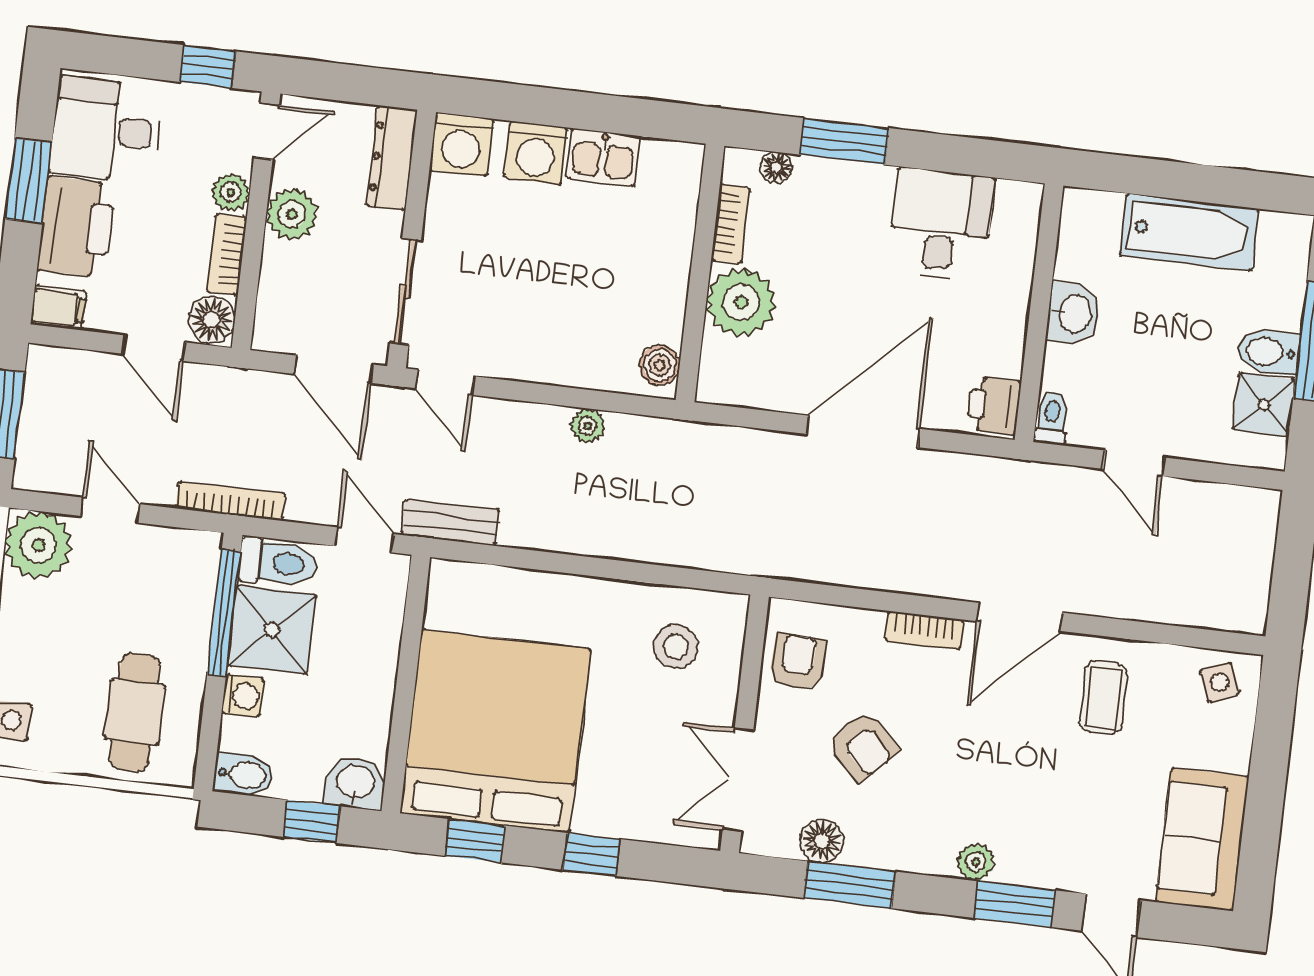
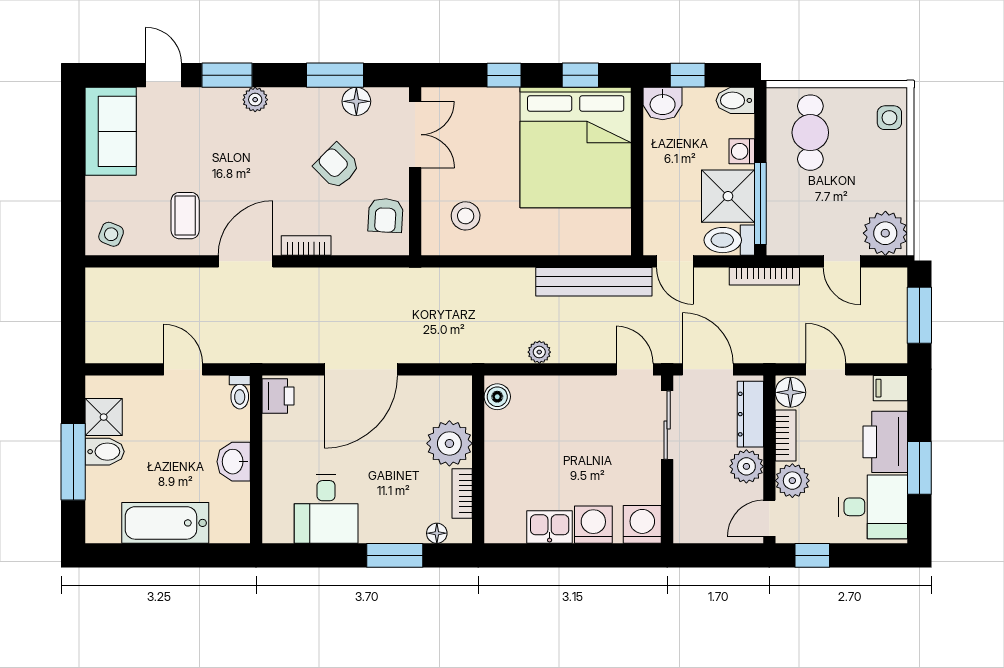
dresser: (392, 158) -> (750, 414), moved, turned 180
plant: (231, 192) -> (792, 481), width x1.38, depth x1.38
bench: (450, 522) -> (594, 282), width x1.86, depth x1.21
side table: (1220, 682) -> (111, 234), turned 45

